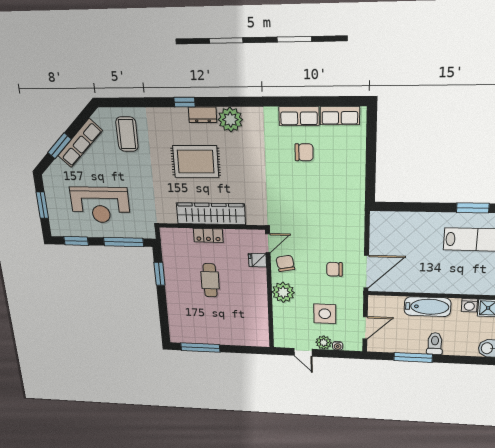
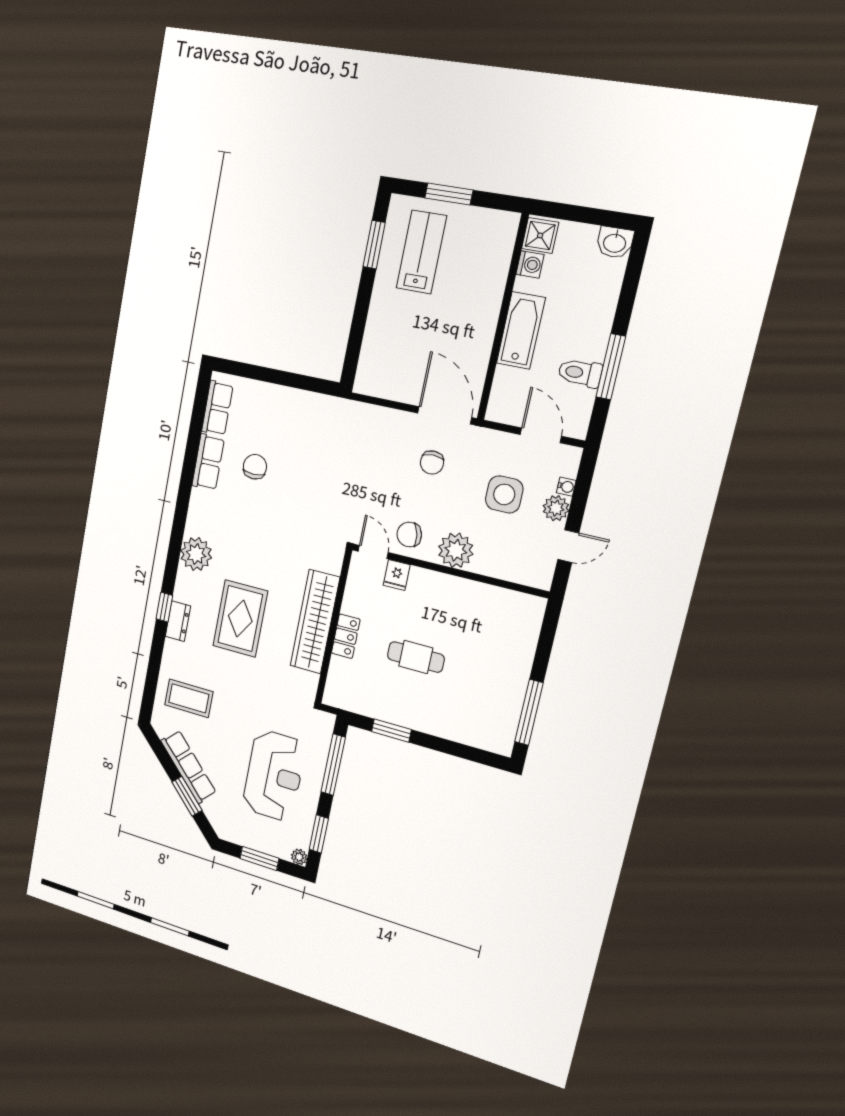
dresser: (203, 115) -> (178, 621), moved
plant: (56, 231) -> (299, 857), added
toilet: (435, 344) -> (580, 373), moved

